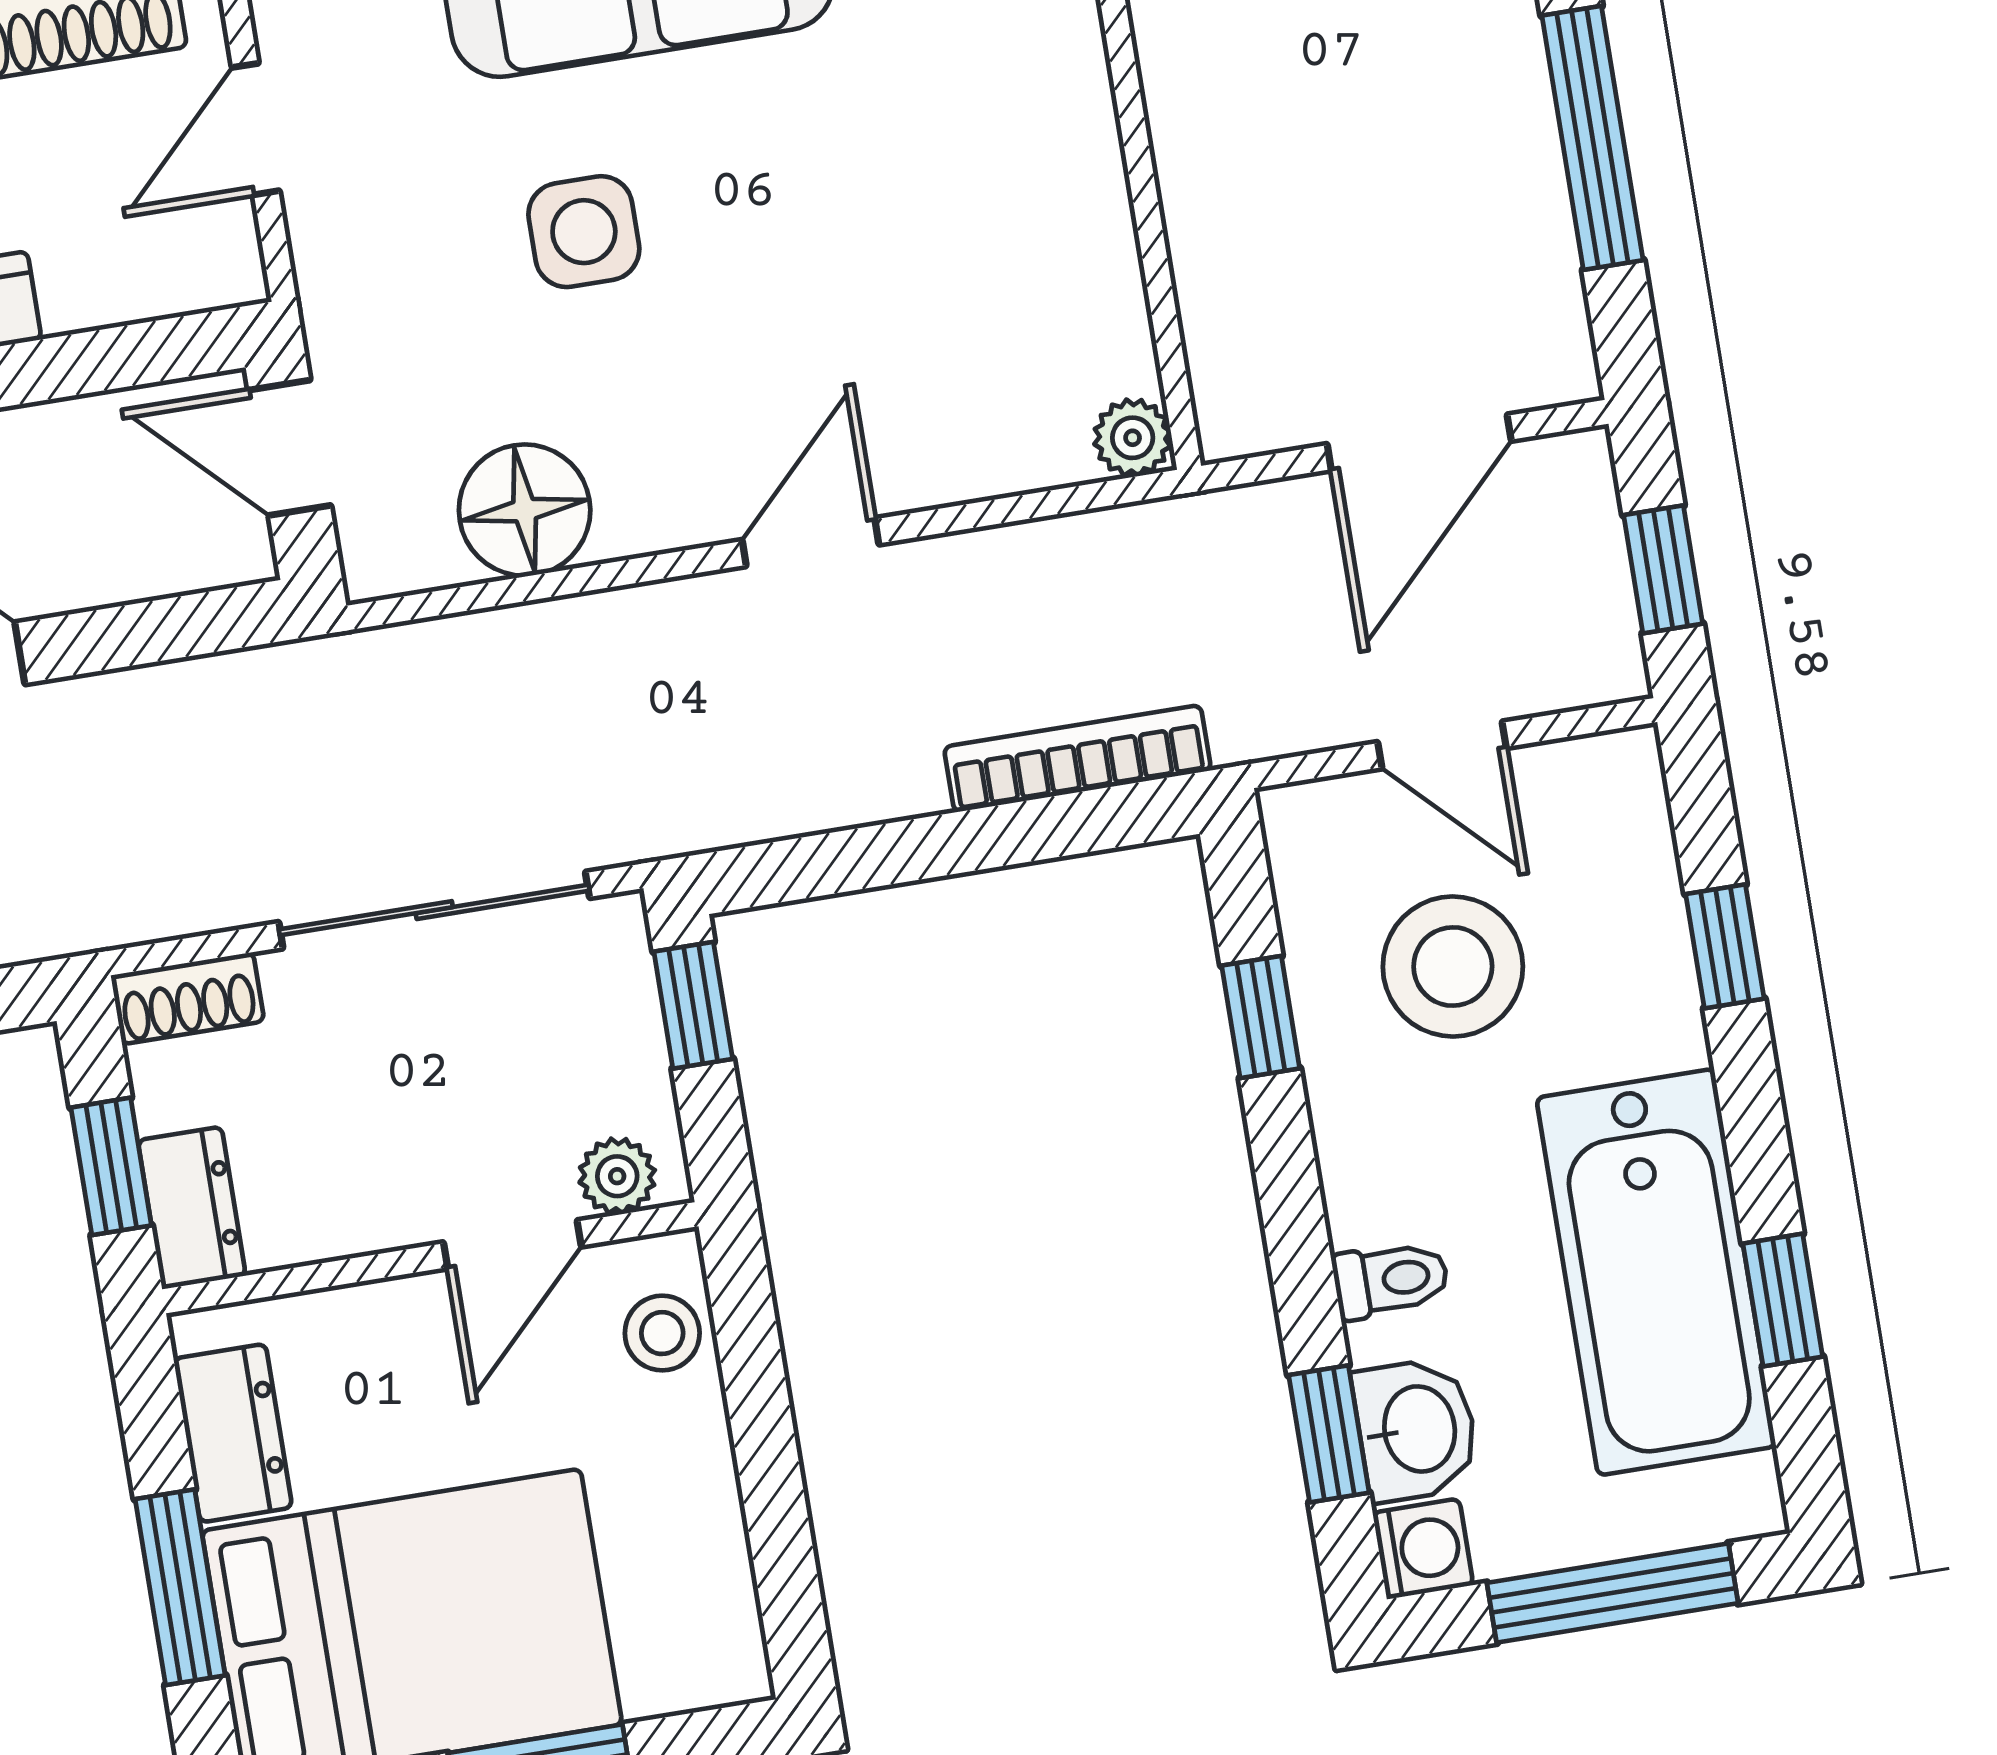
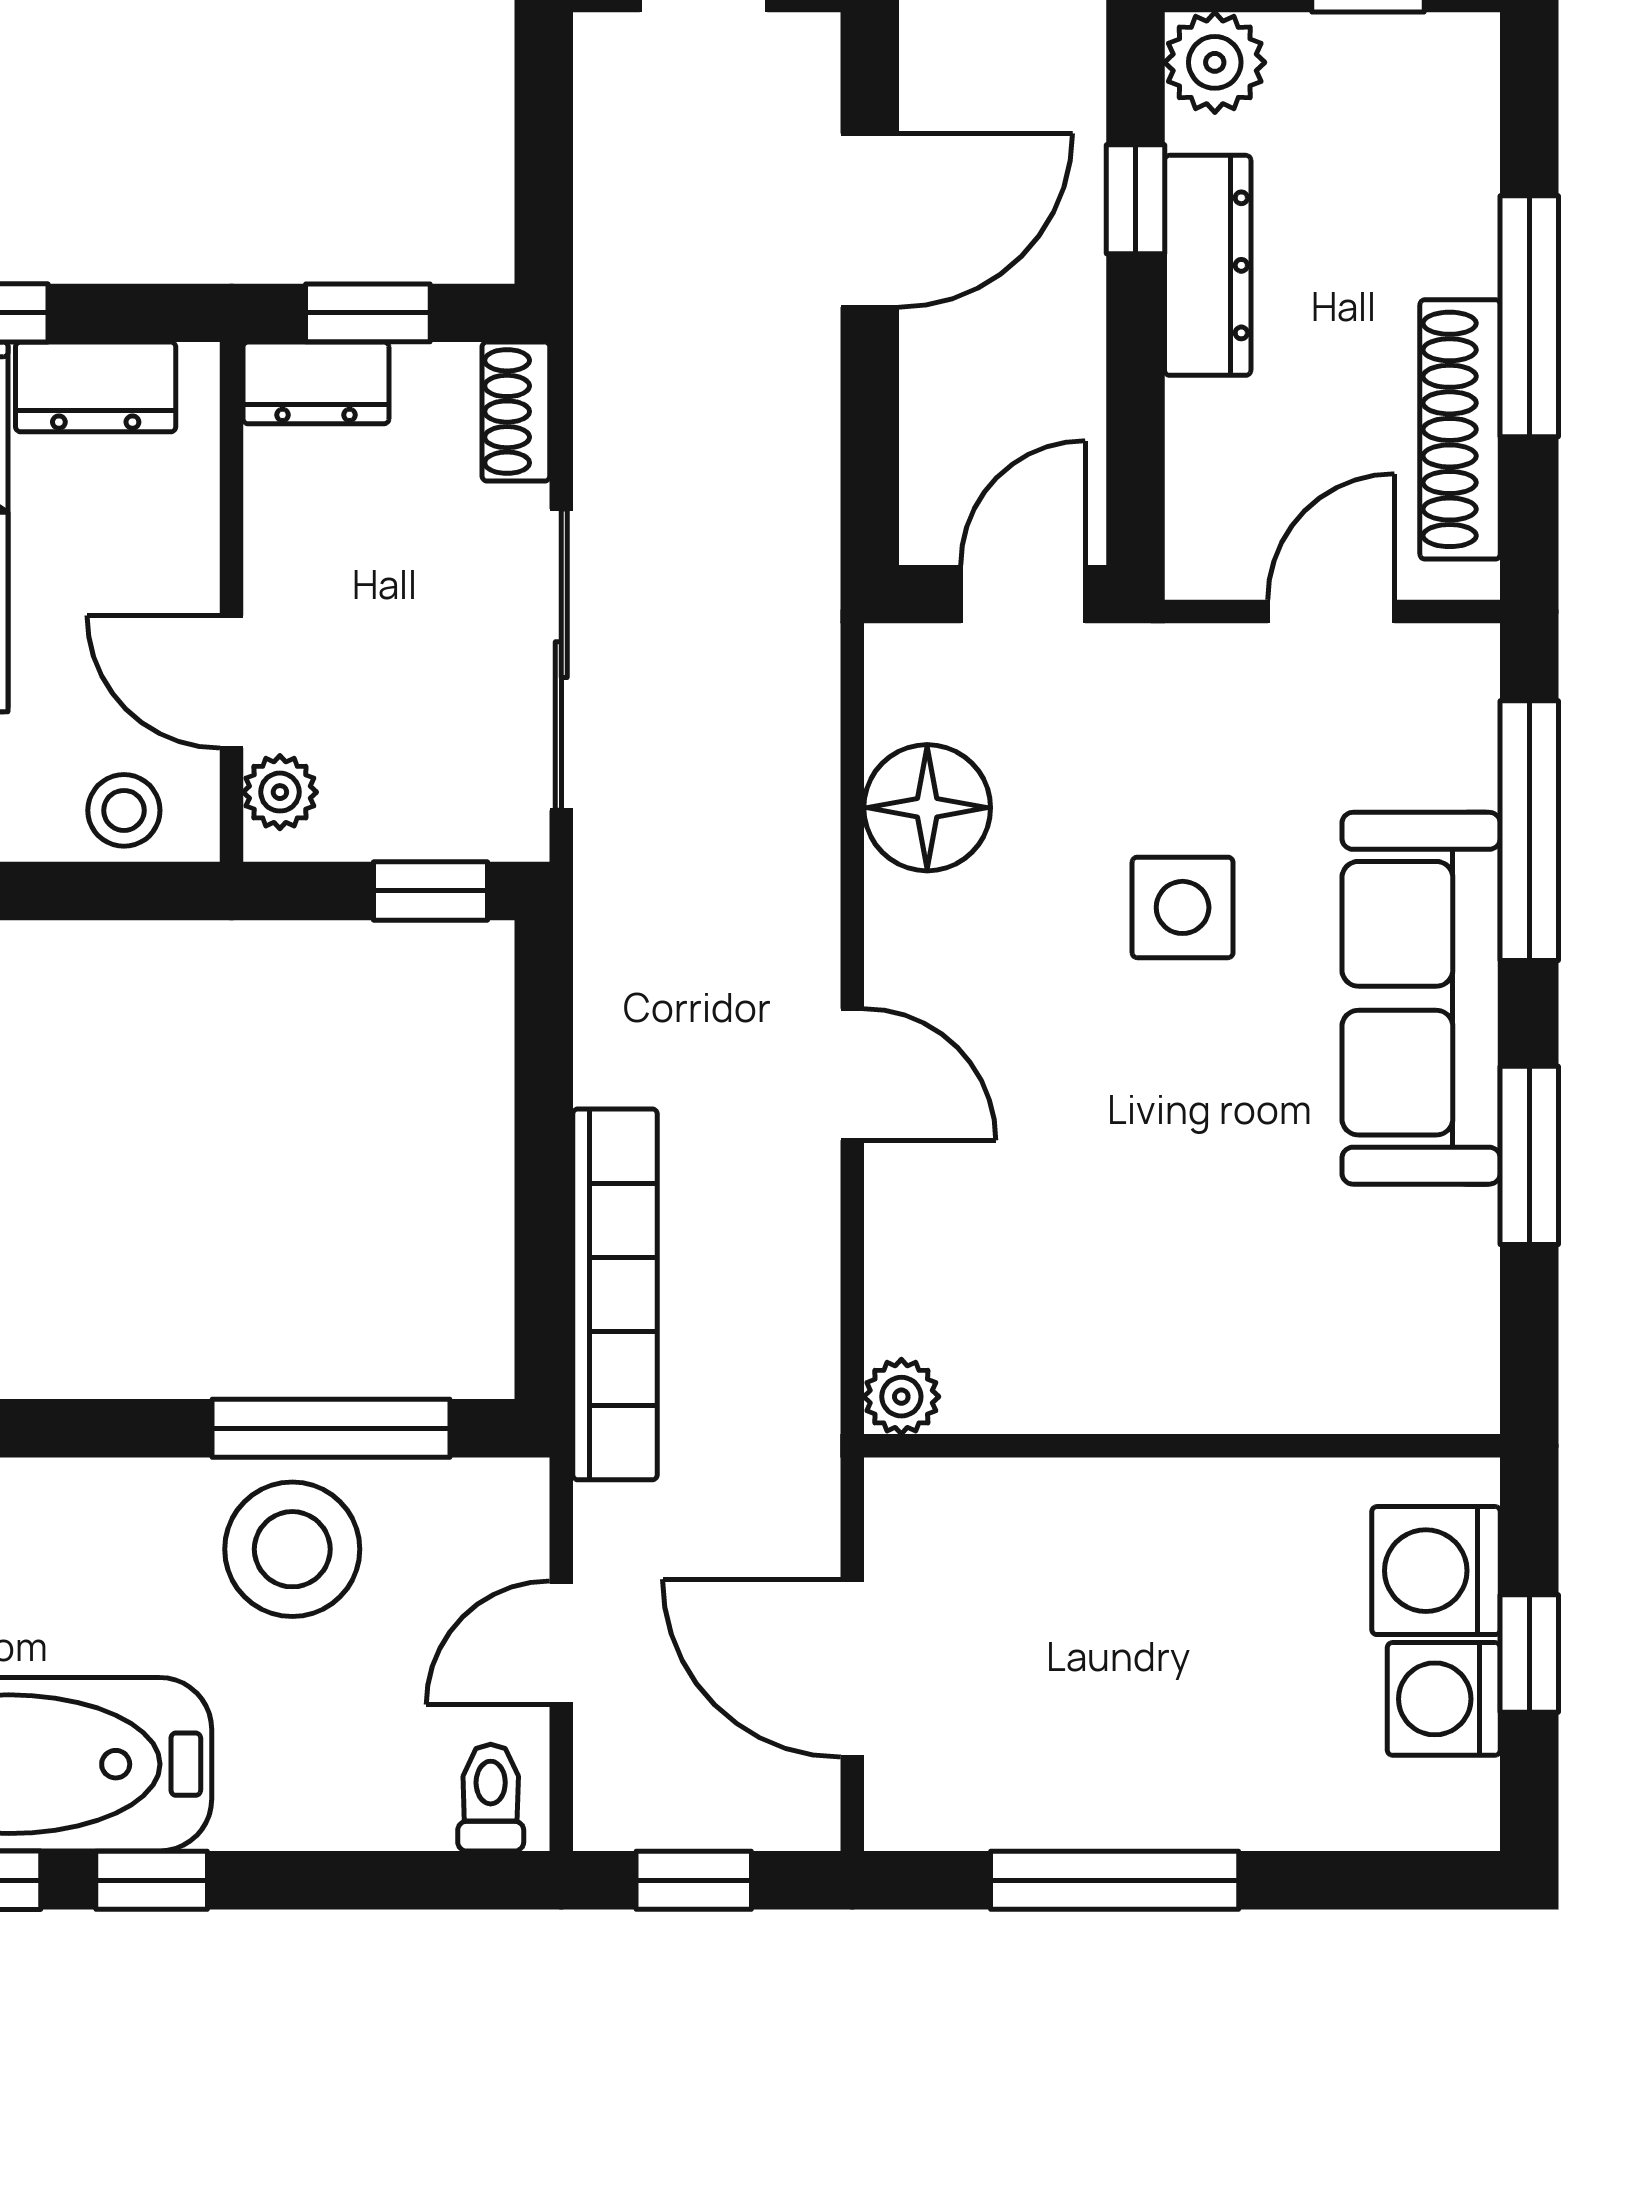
door: (256, 129) -> (1331, 612), hinge flipped
bookcase: (1077, 759) -> (615, 1294), width x1.48, depth x1.31
window: (1725, 946) -> (152, 1880), moved
stool: (1453, 967) -> (292, 1549), moved
window: (1261, 1017) -> (331, 1428), width x2.17
toilet: (1391, 1280) -> (491, 1798), moved, turned 180

